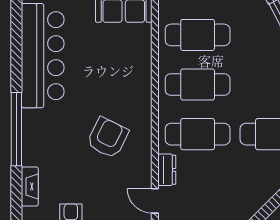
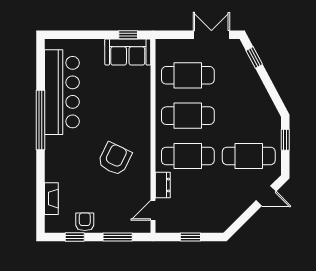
window: (16, 129) -> (40, 120), moved
door: (155, 201) -> (153, 210), hinge flipped

